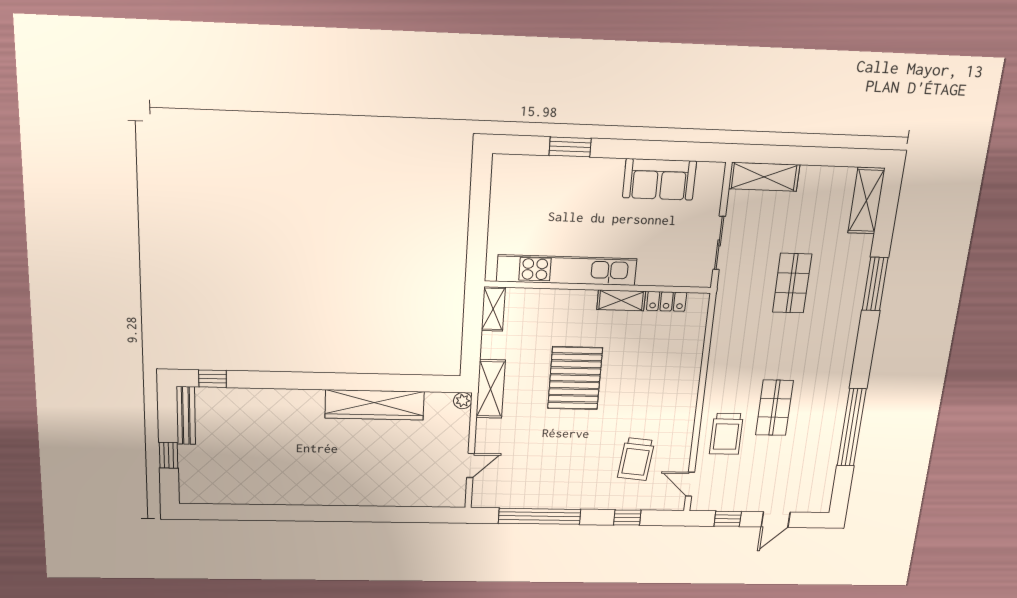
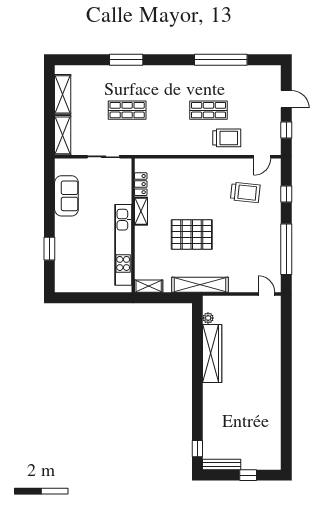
shelving: (866, 201) -> (63, 94), moved, turned 90
shelving: (491, 389) -> (200, 285), width x1.47
plant: (463, 401) -> (208, 318), moved
door: (471, 465) -> (267, 294), moved

